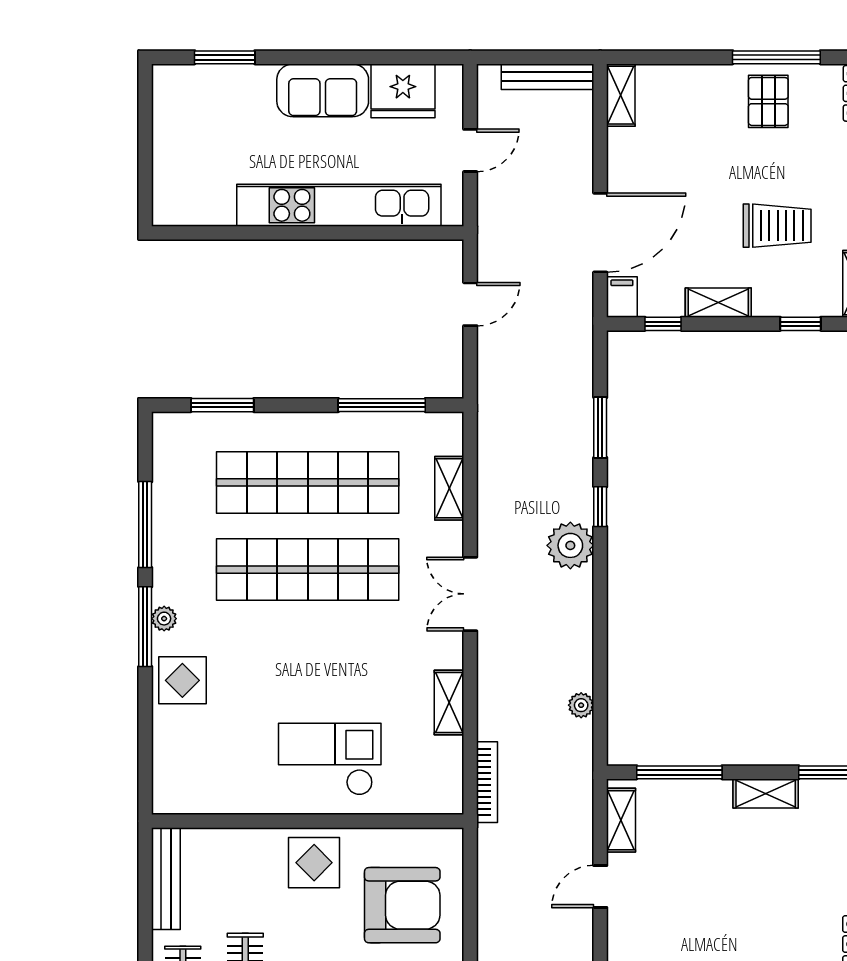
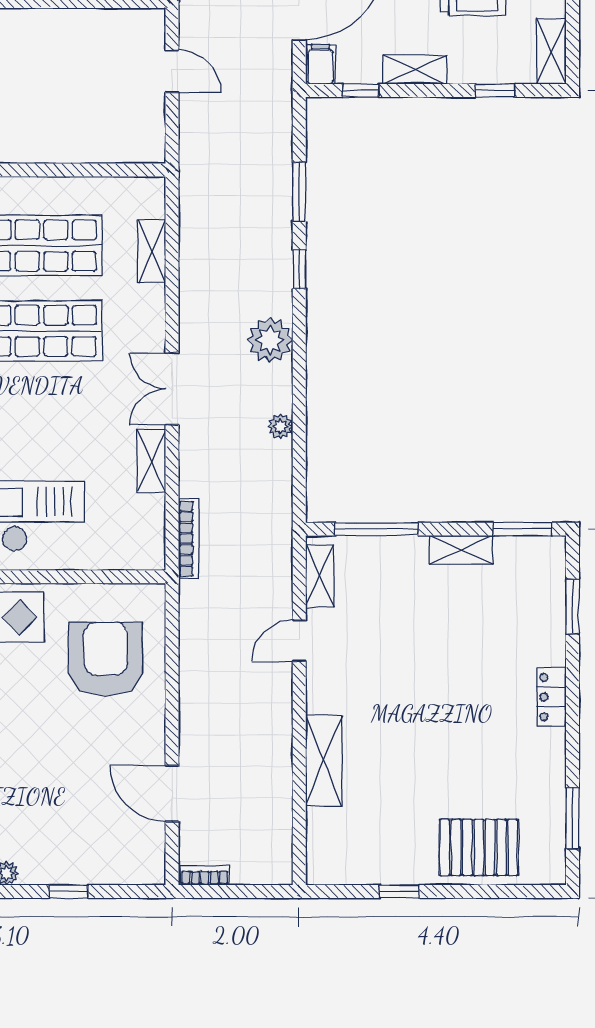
door: (470, 304) -> (172, 71), hinge flipped
window: (382, 405) -> (86, 170), removed
plant: (570, 545) -> (270, 340), moved
double door: (470, 594) -> (172, 389), moved
plant: (581, 705) -> (281, 426), moved
armchair: (402, 905) -> (106, 659), turned -90

